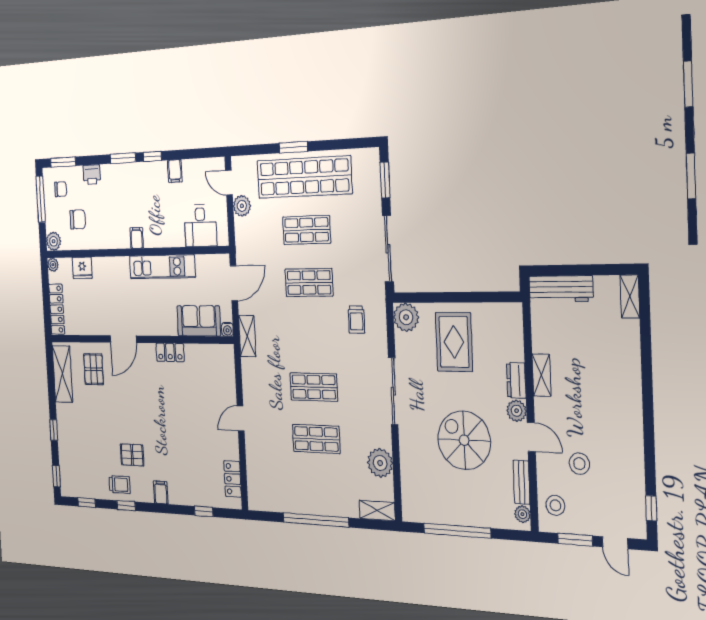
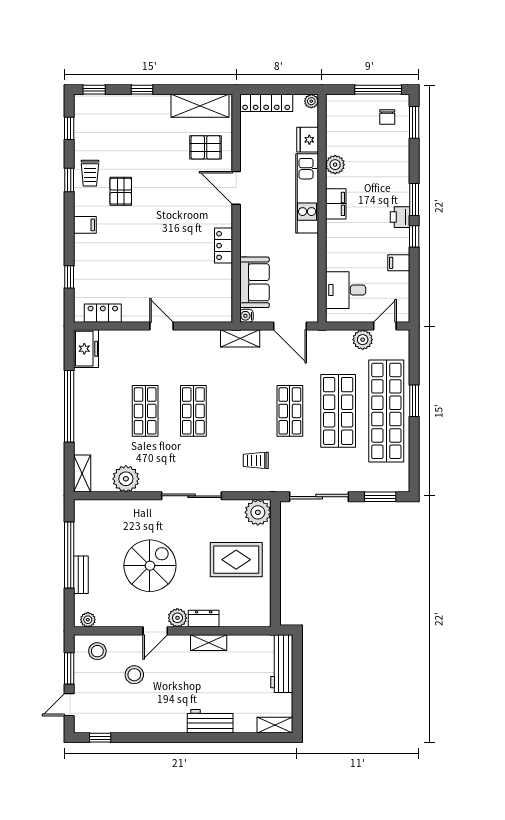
printer: (92, 175) -> (400, 217), moved
chair: (78, 219) -> (356, 137), removed
shop shelf: (307, 230) -> (338, 411), width x1.43, depth x1.36
filing cabinet: (137, 238) -> (336, 204), width x2.00
plant: (54, 241) -> (335, 165), moved
kitchen unit: (162, 267) -> (307, 193), moved
workbench: (628, 375) -> (210, 721), added
bench: (522, 482) -> (81, 575), moved, turned 90
freezer: (264, 498) -> (86, 349), added

